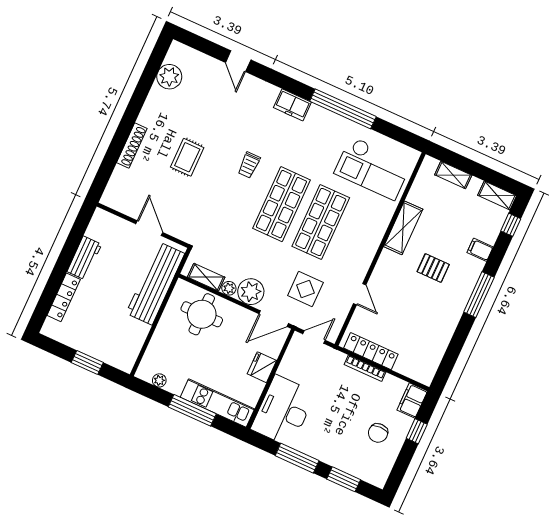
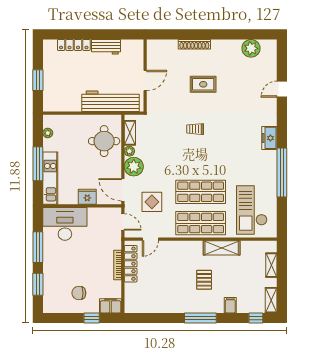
trolley: (249, 165) -> (195, 129), moved
shop shelf: (281, 204) -> (201, 223), moved
door: (360, 294) -> (150, 239), moved

